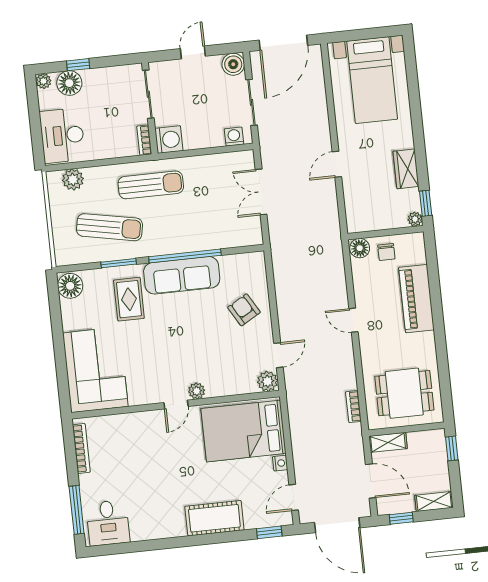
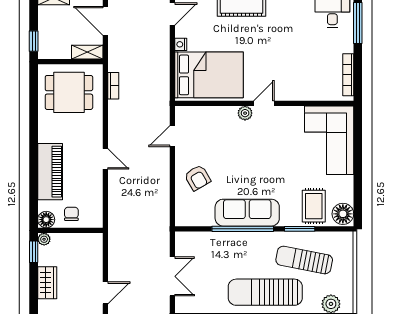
sun lounger: (151, 185) -> (265, 292), width x1.36, depth x1.34
floor lamp: (360, 248) -> (46, 220), moved
rug: (129, 299) -> (314, 206), moved
plant: (267, 381) -> (184, 115), removed

